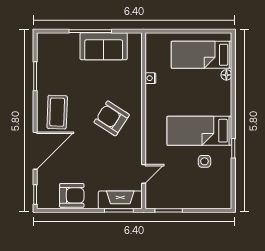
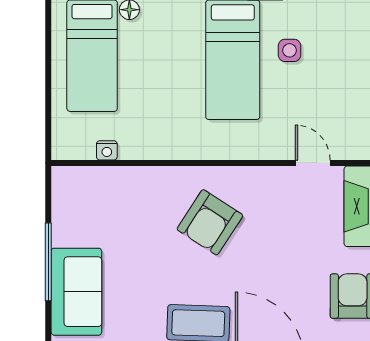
sofa: (104, 46) -> (76, 292), moved
nightstand: (150, 78) -> (107, 150), moved

